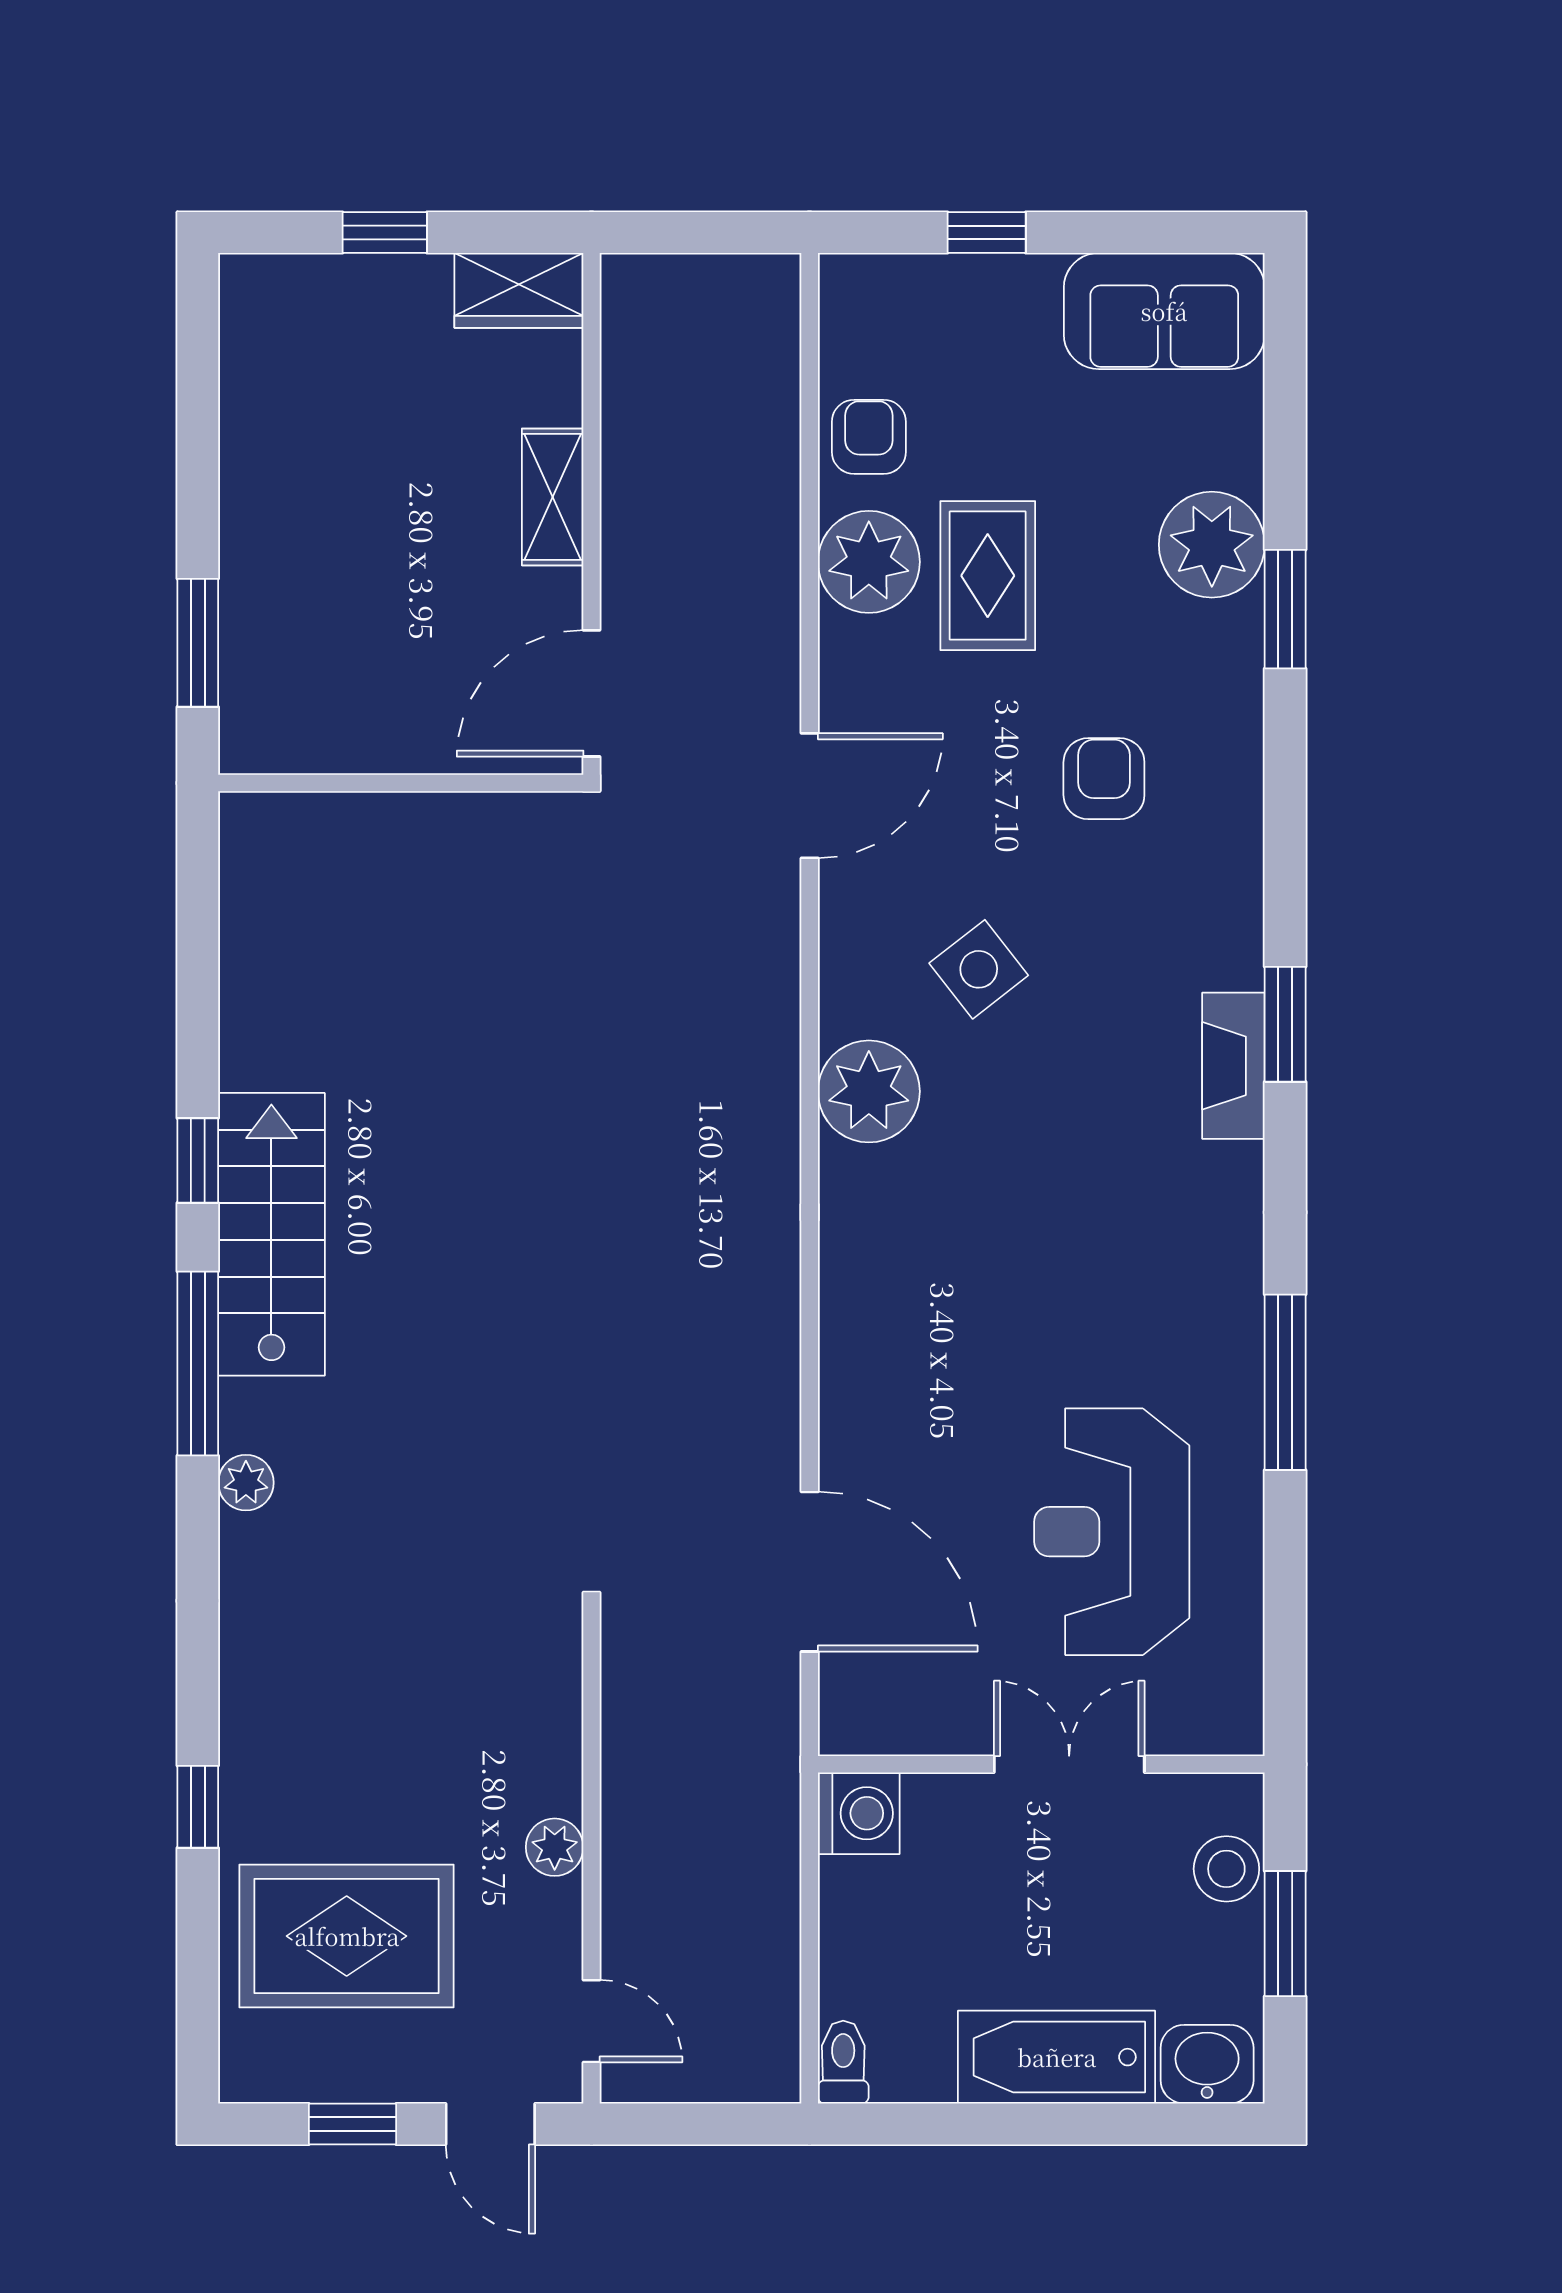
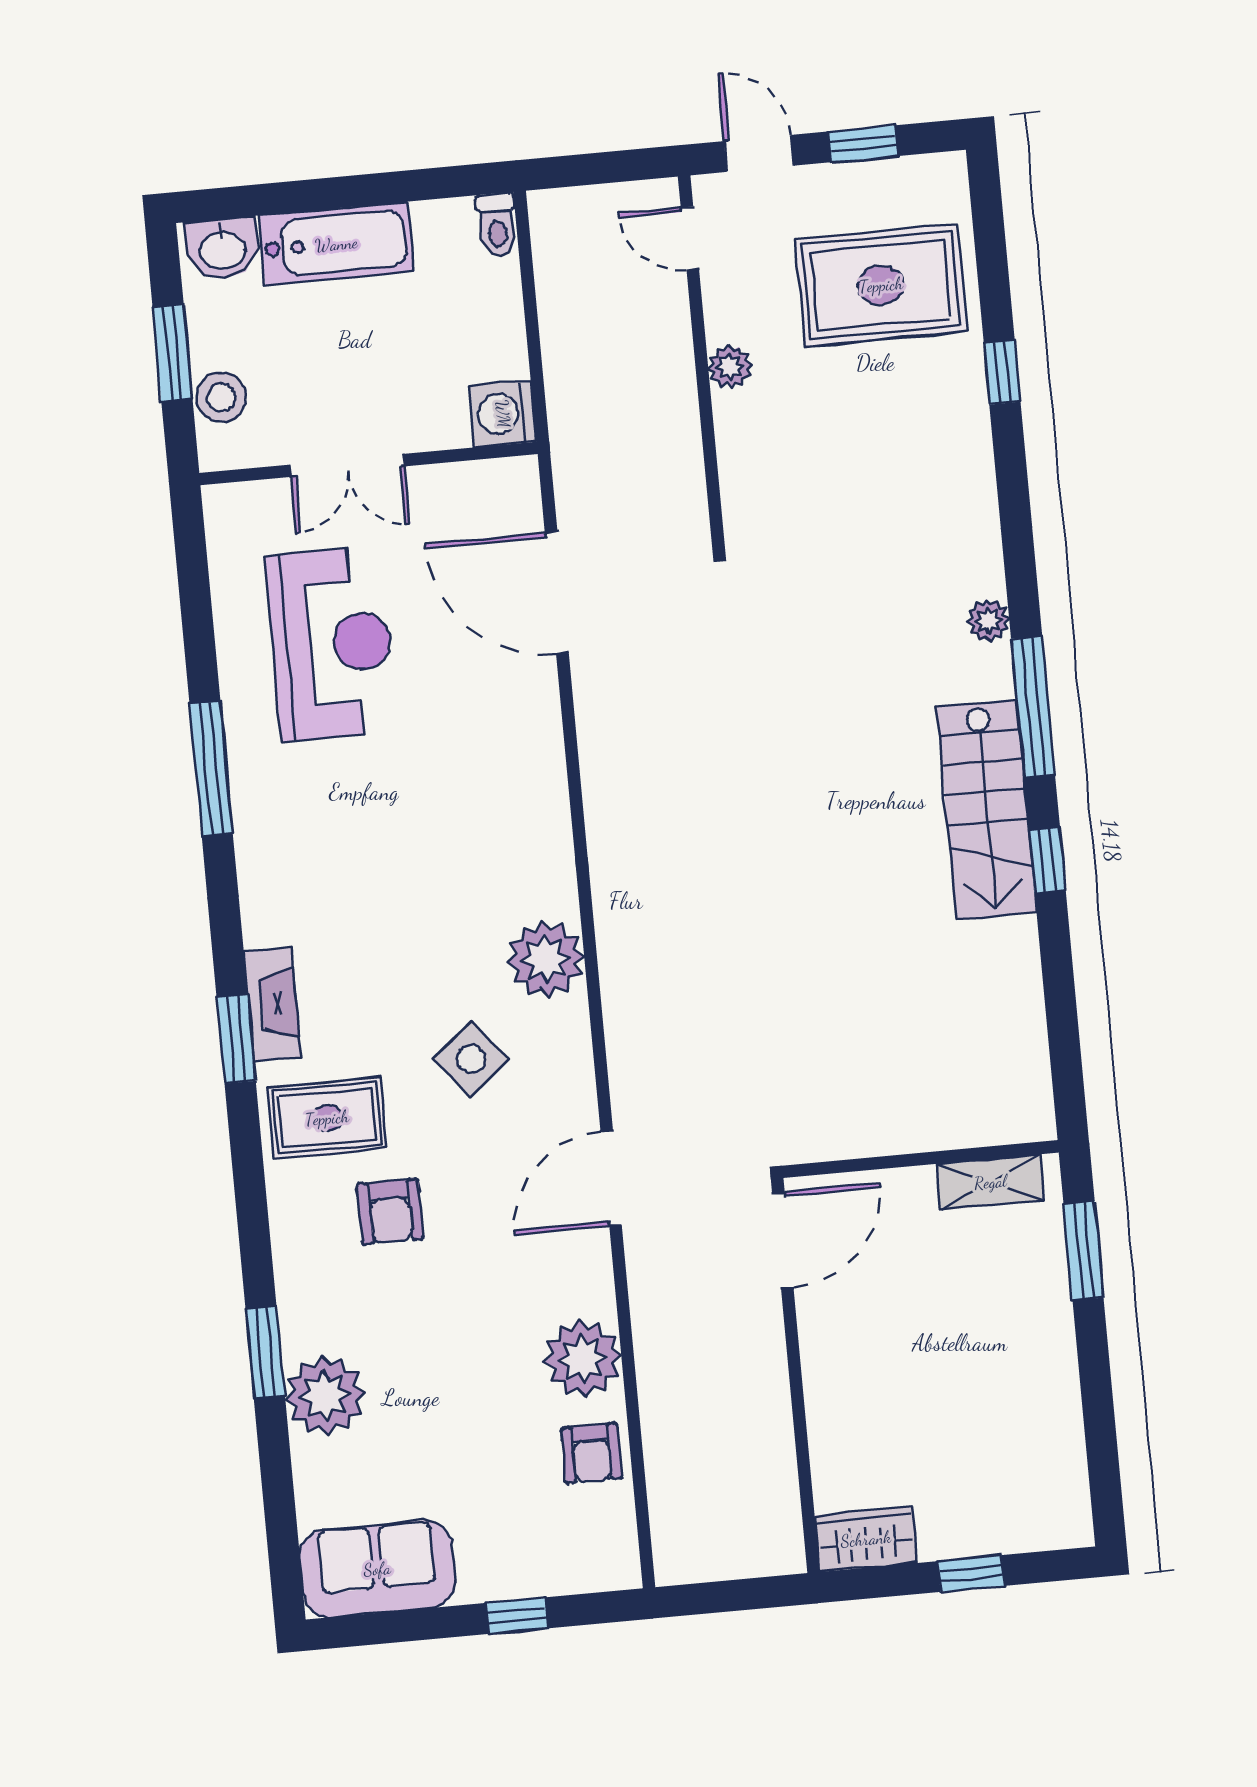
shelving: (553, 497) -> (990, 1182), moved, turned 90
rug: (988, 576) -> (327, 1118), moved, turned 90

